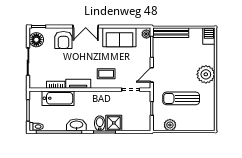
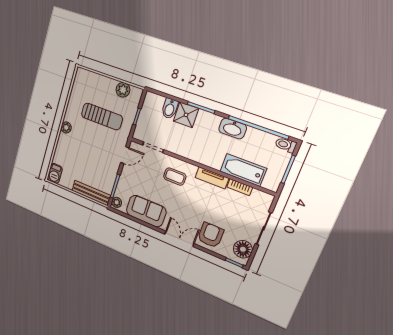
plant: (206, 74) -> (66, 127), width x0.53, depth x0.53
bidet: (100, 123) -> (170, 109), moved

